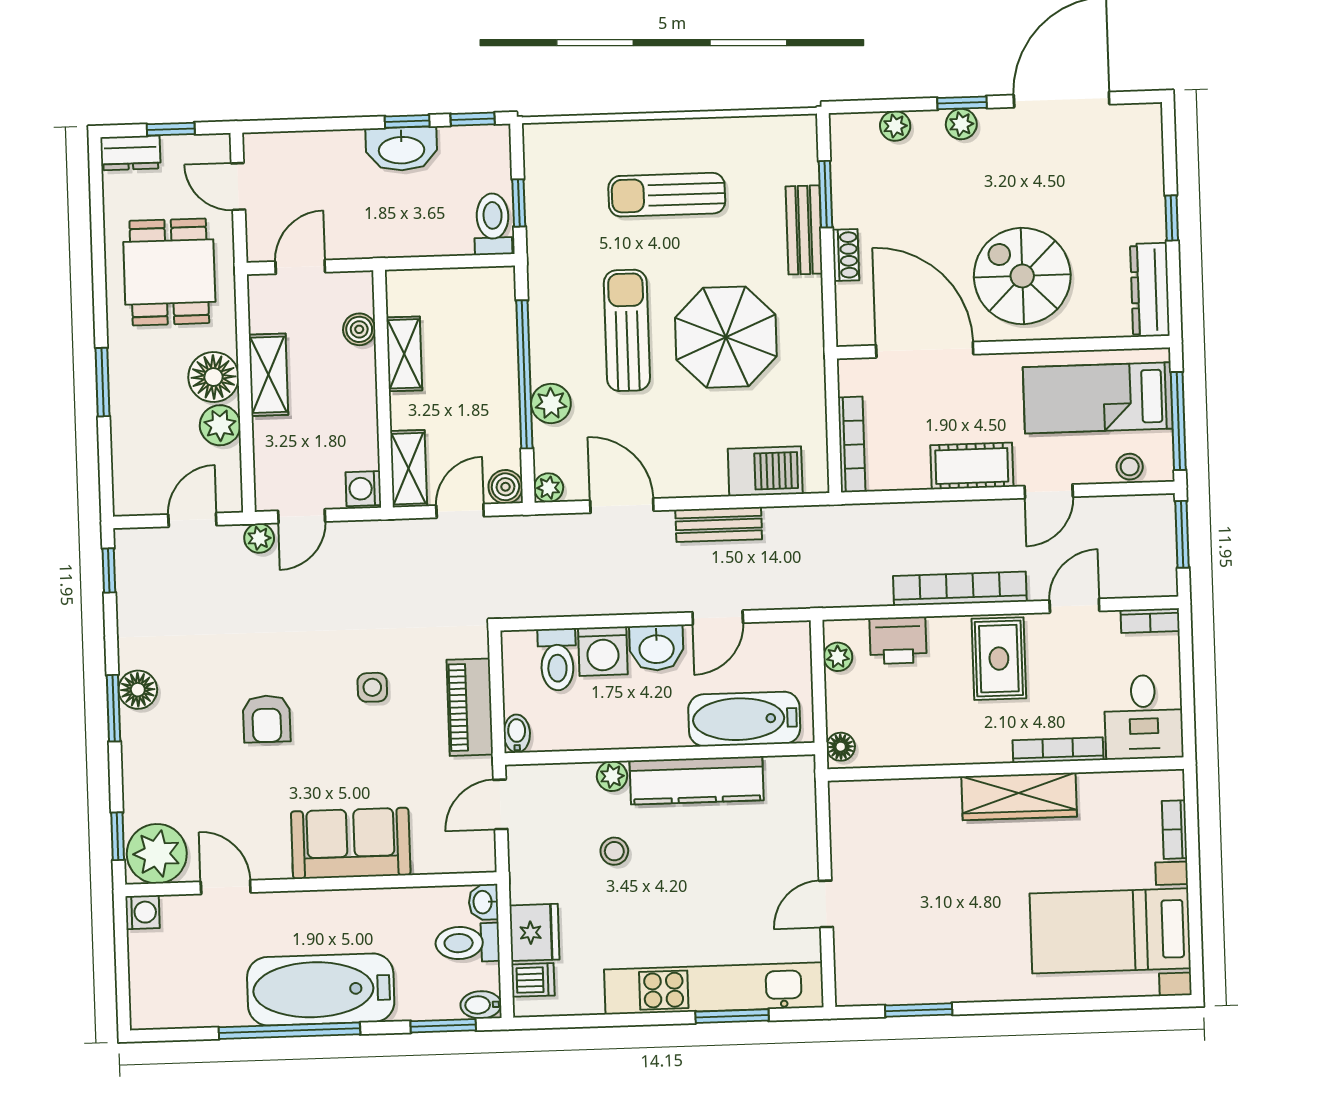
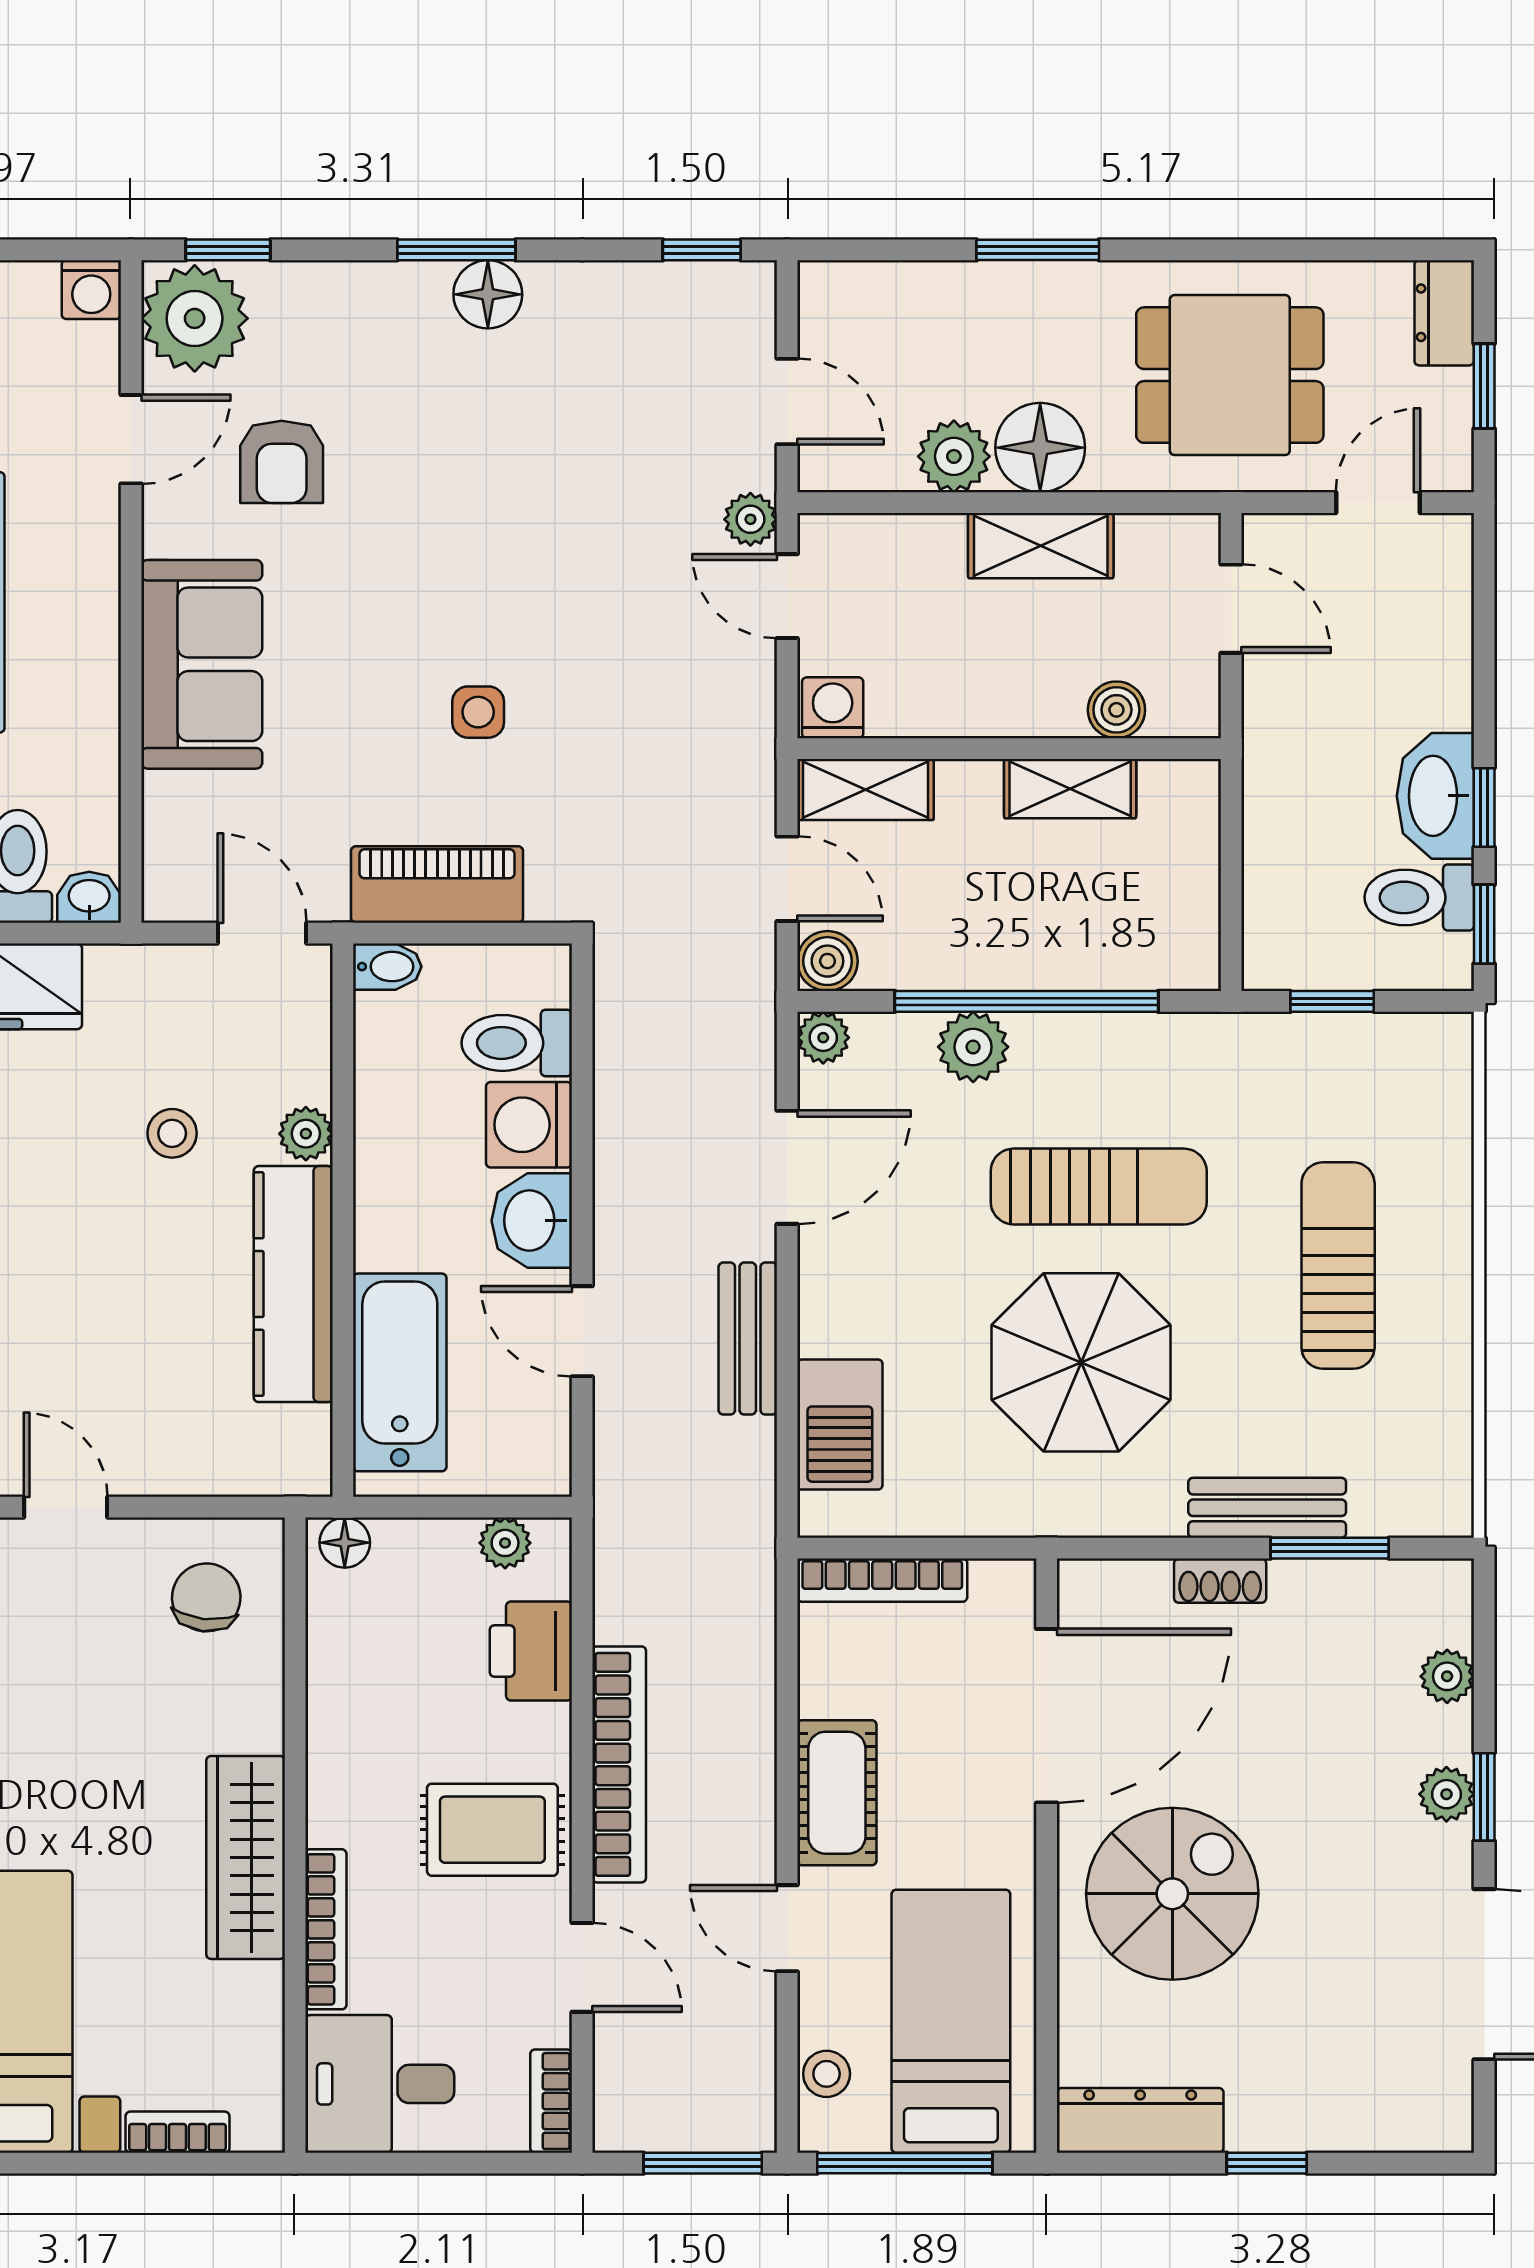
toilet: (493, 224) -> (1419, 897), moved, turned 180
armchair: (267, 719) -> (282, 462), moved, turned -90
chair: (874, 823) -> (206, 1597), added

